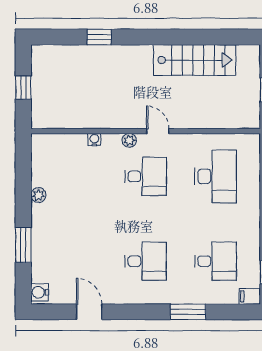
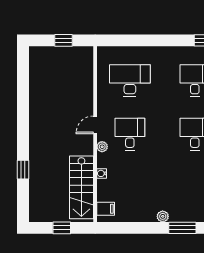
stairs: (194, 60) -> (81, 187), moved, turned 180
filing cabinet: (48, 145) -> (106, 209), added
plant: (38, 195) -> (163, 216), moved

